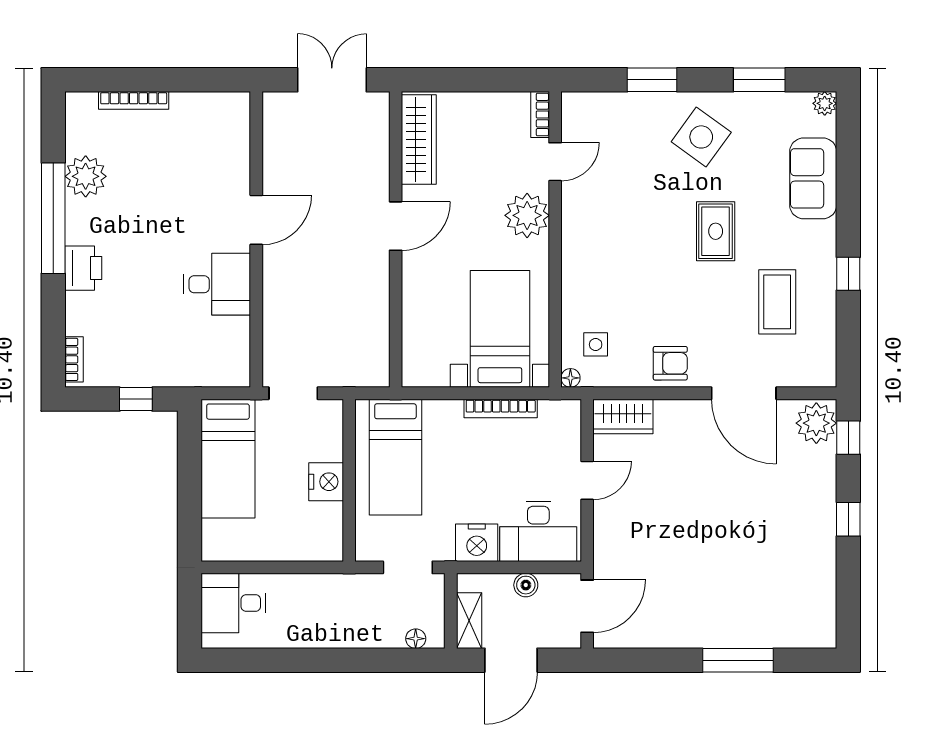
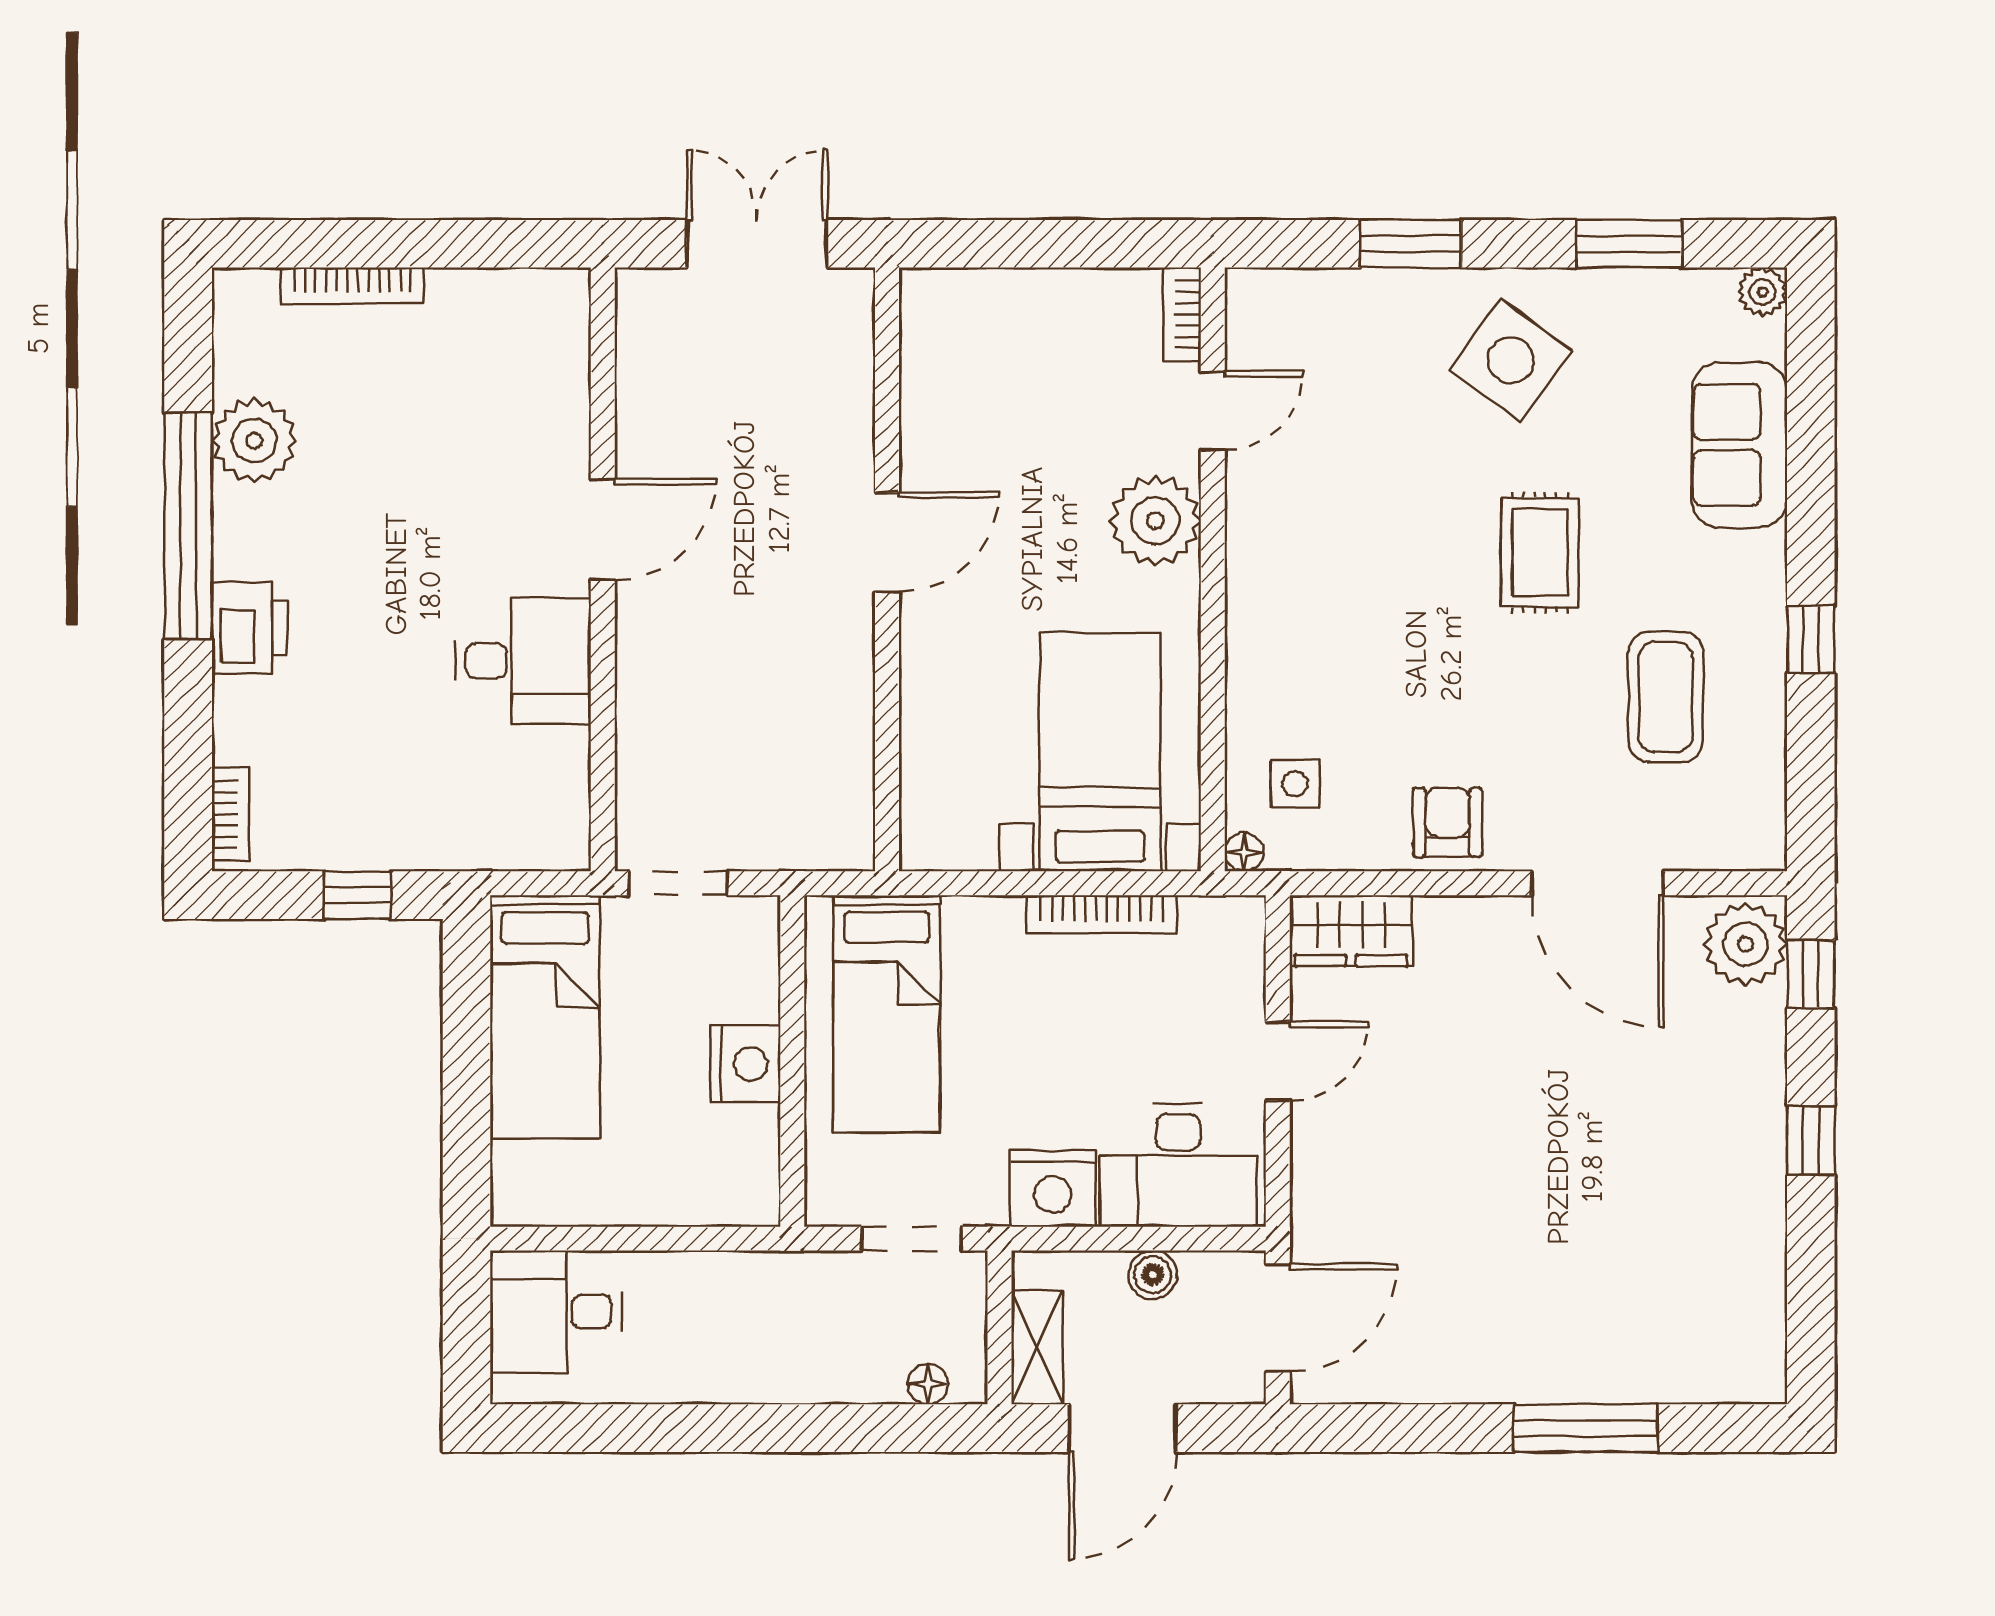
wardrobe: (419, 139) -> (934, 365), removed
armchair: (670, 363) -> (1448, 822), turned -90

